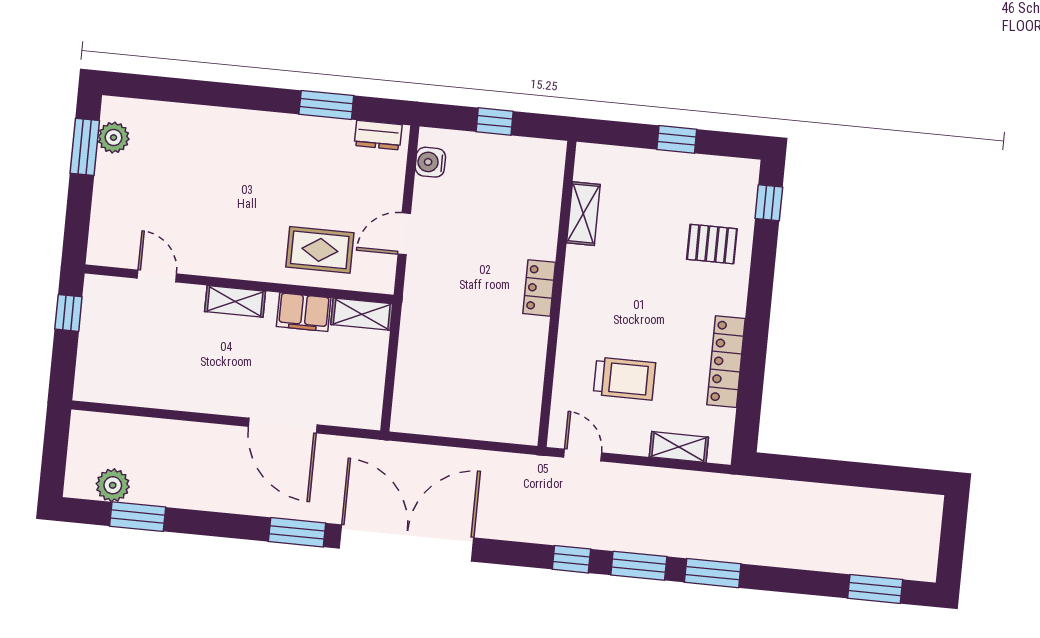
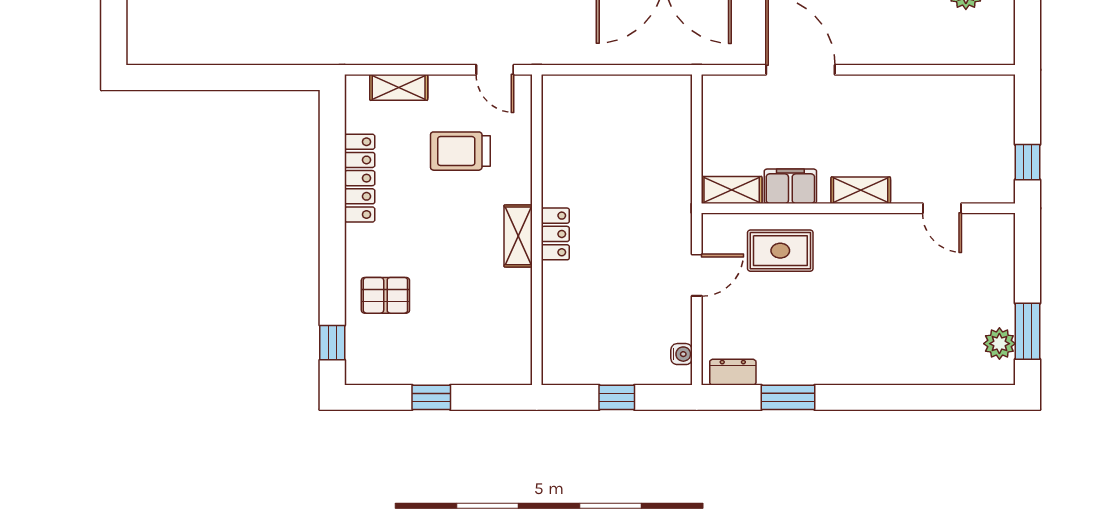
water cooler: (430, 162) -> (682, 354), width x0.72, depth x0.72
shelving: (583, 214) -> (518, 236), moved

